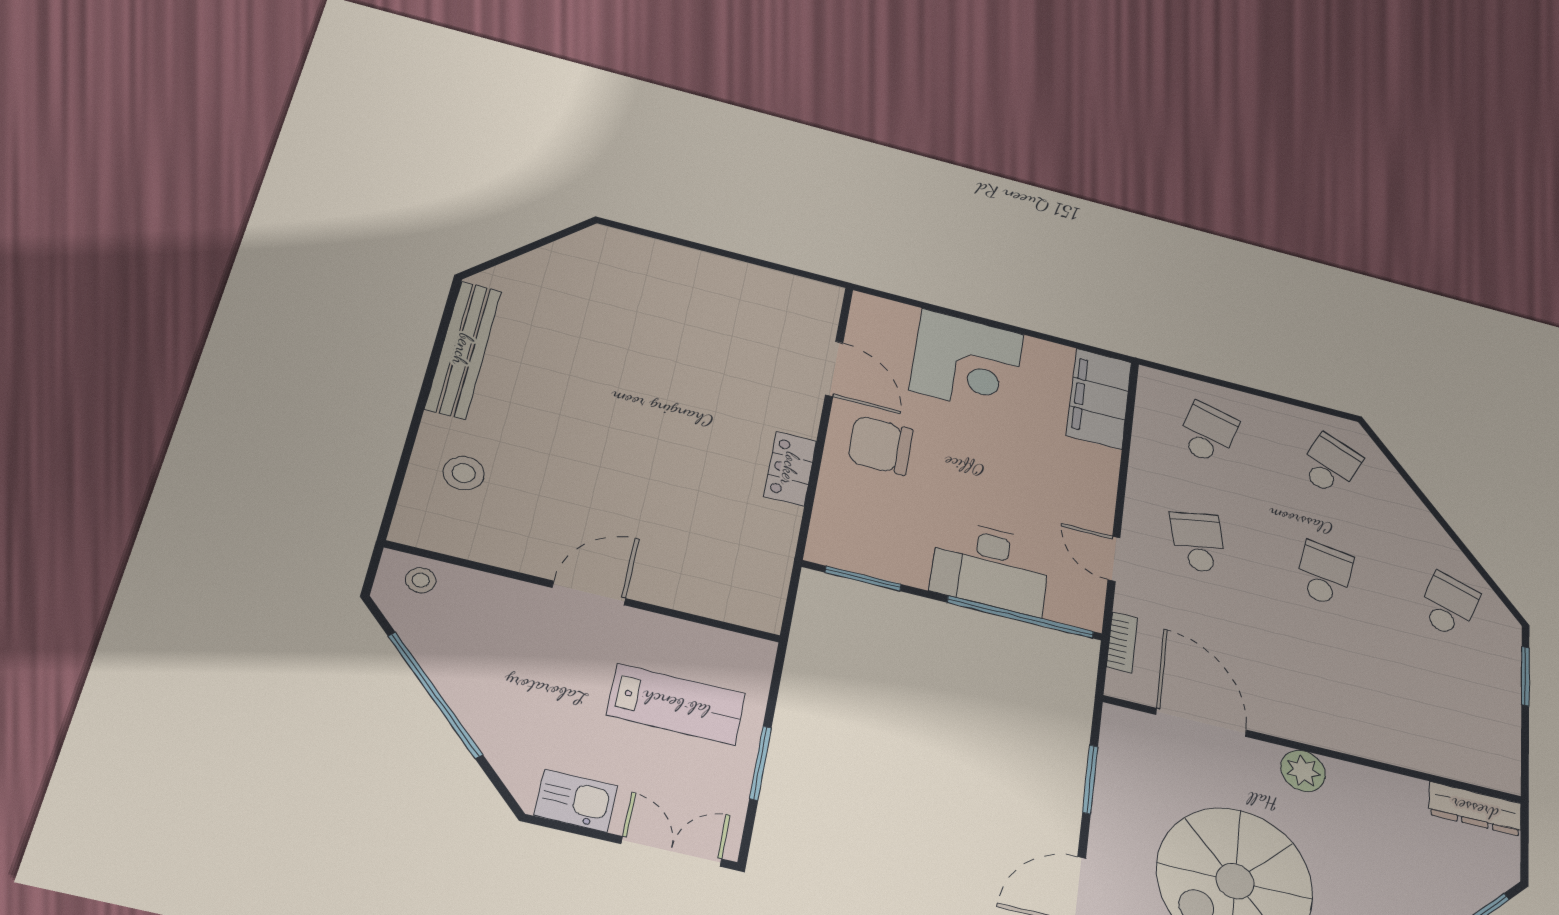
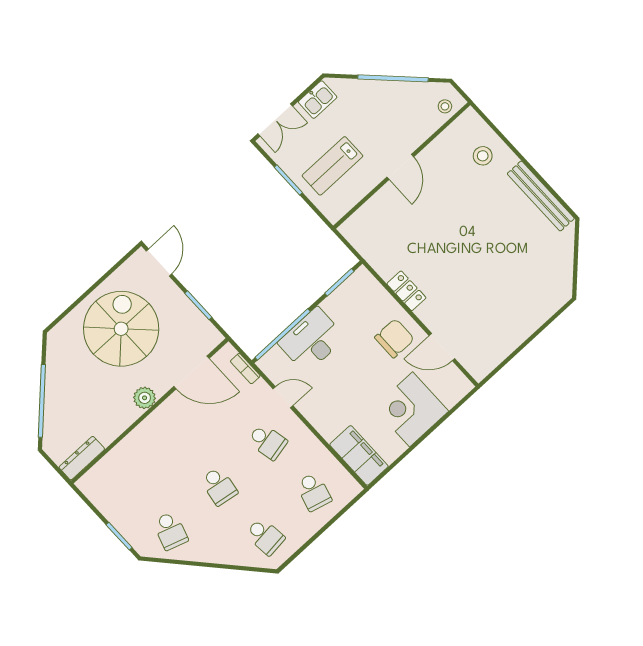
school desk: (1330, 465) -> (265, 536), turned -30

